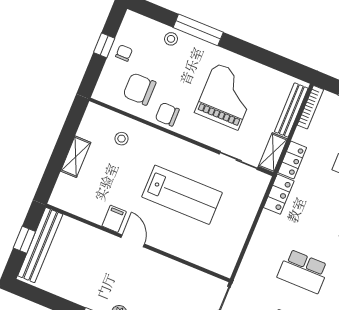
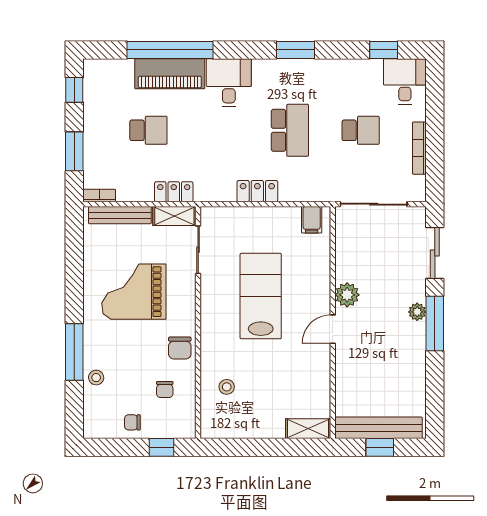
window: (104, 45) -> (162, 447), moved
chair: (139, 89) -> (165, 389), width x0.54, depth x0.54
bookcase: (310, 107) -> (99, 195), width x0.64
shelving: (76, 157) -> (308, 429), moved
locker: (279, 194) -> (257, 191), moved
filing cabinet: (114, 219) -> (312, 220), moved, turned -90
plant: (155, 263) -> (347, 295), added

